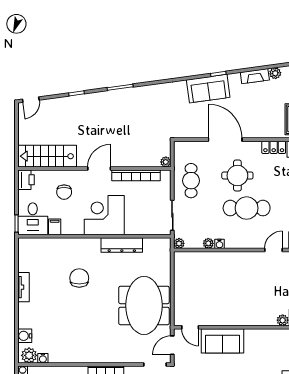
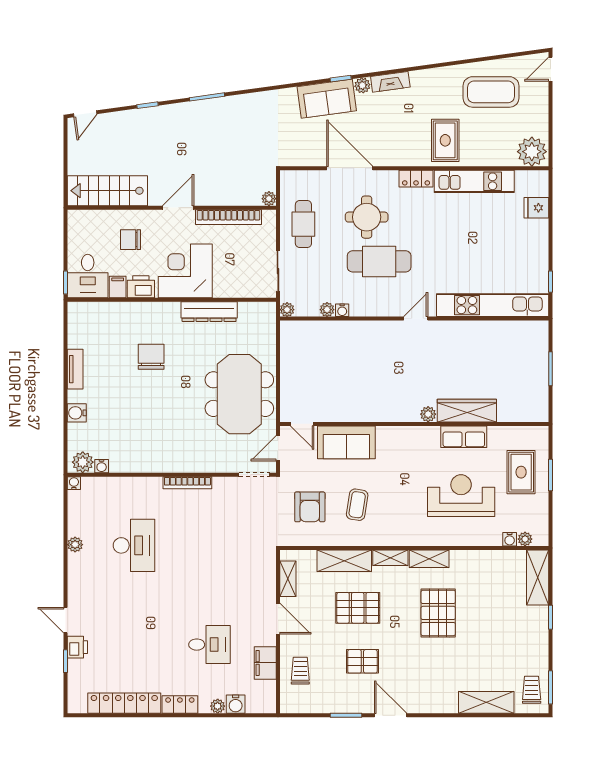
plant: (275, 73) -> (362, 85), moved
printer: (26, 180) -> (141, 287), moved, turned -90
chair: (64, 192) -> (130, 240), turned 90
water cooler: (25, 336) -> (77, 413), moved

